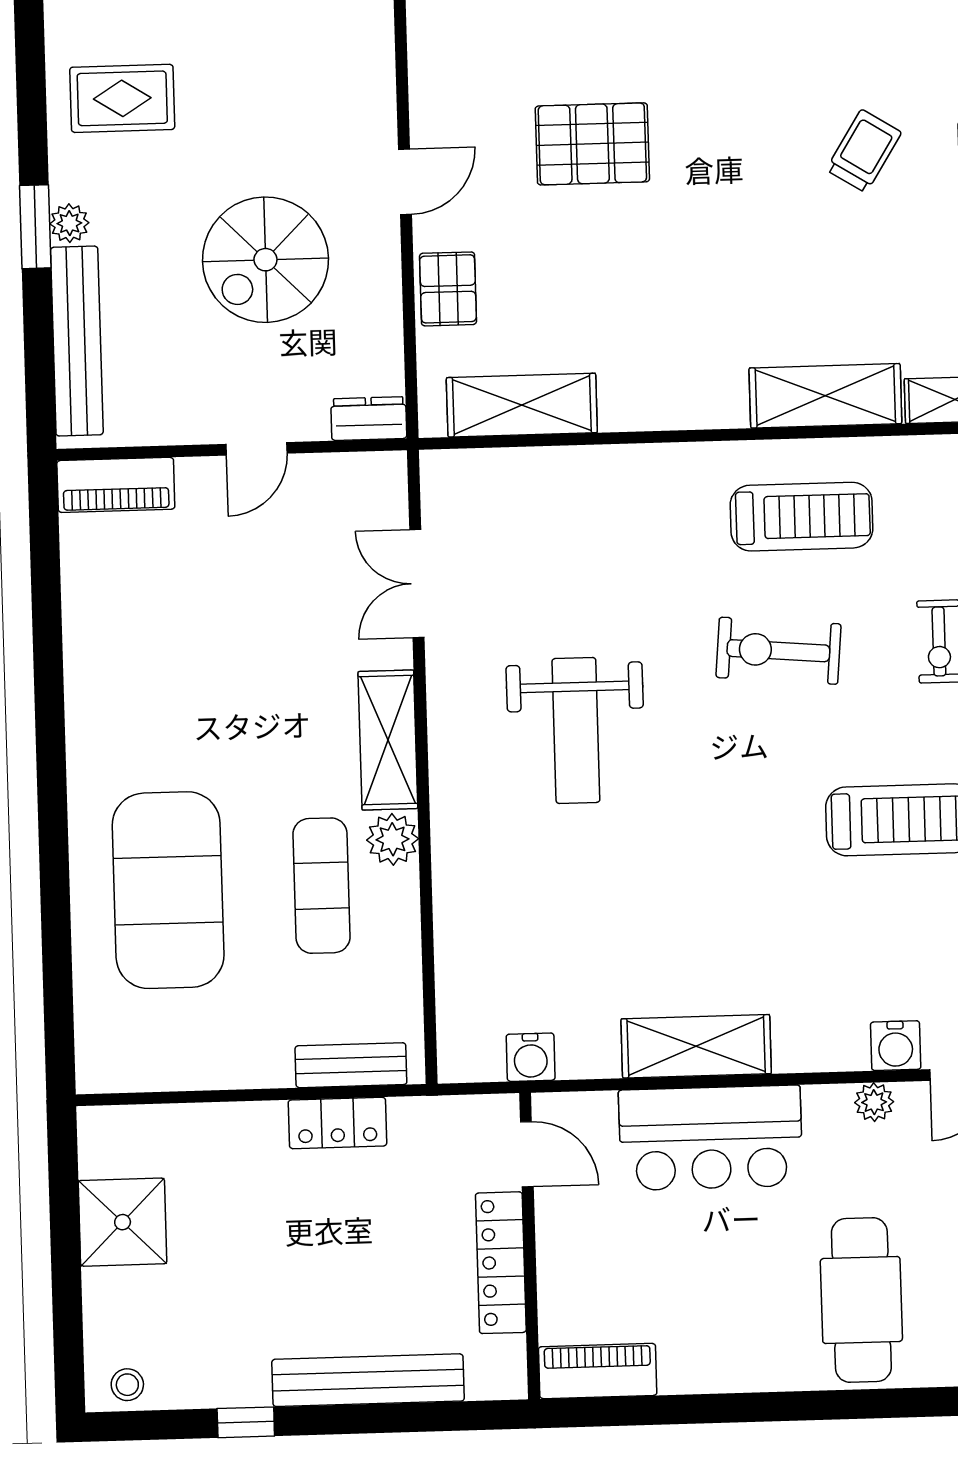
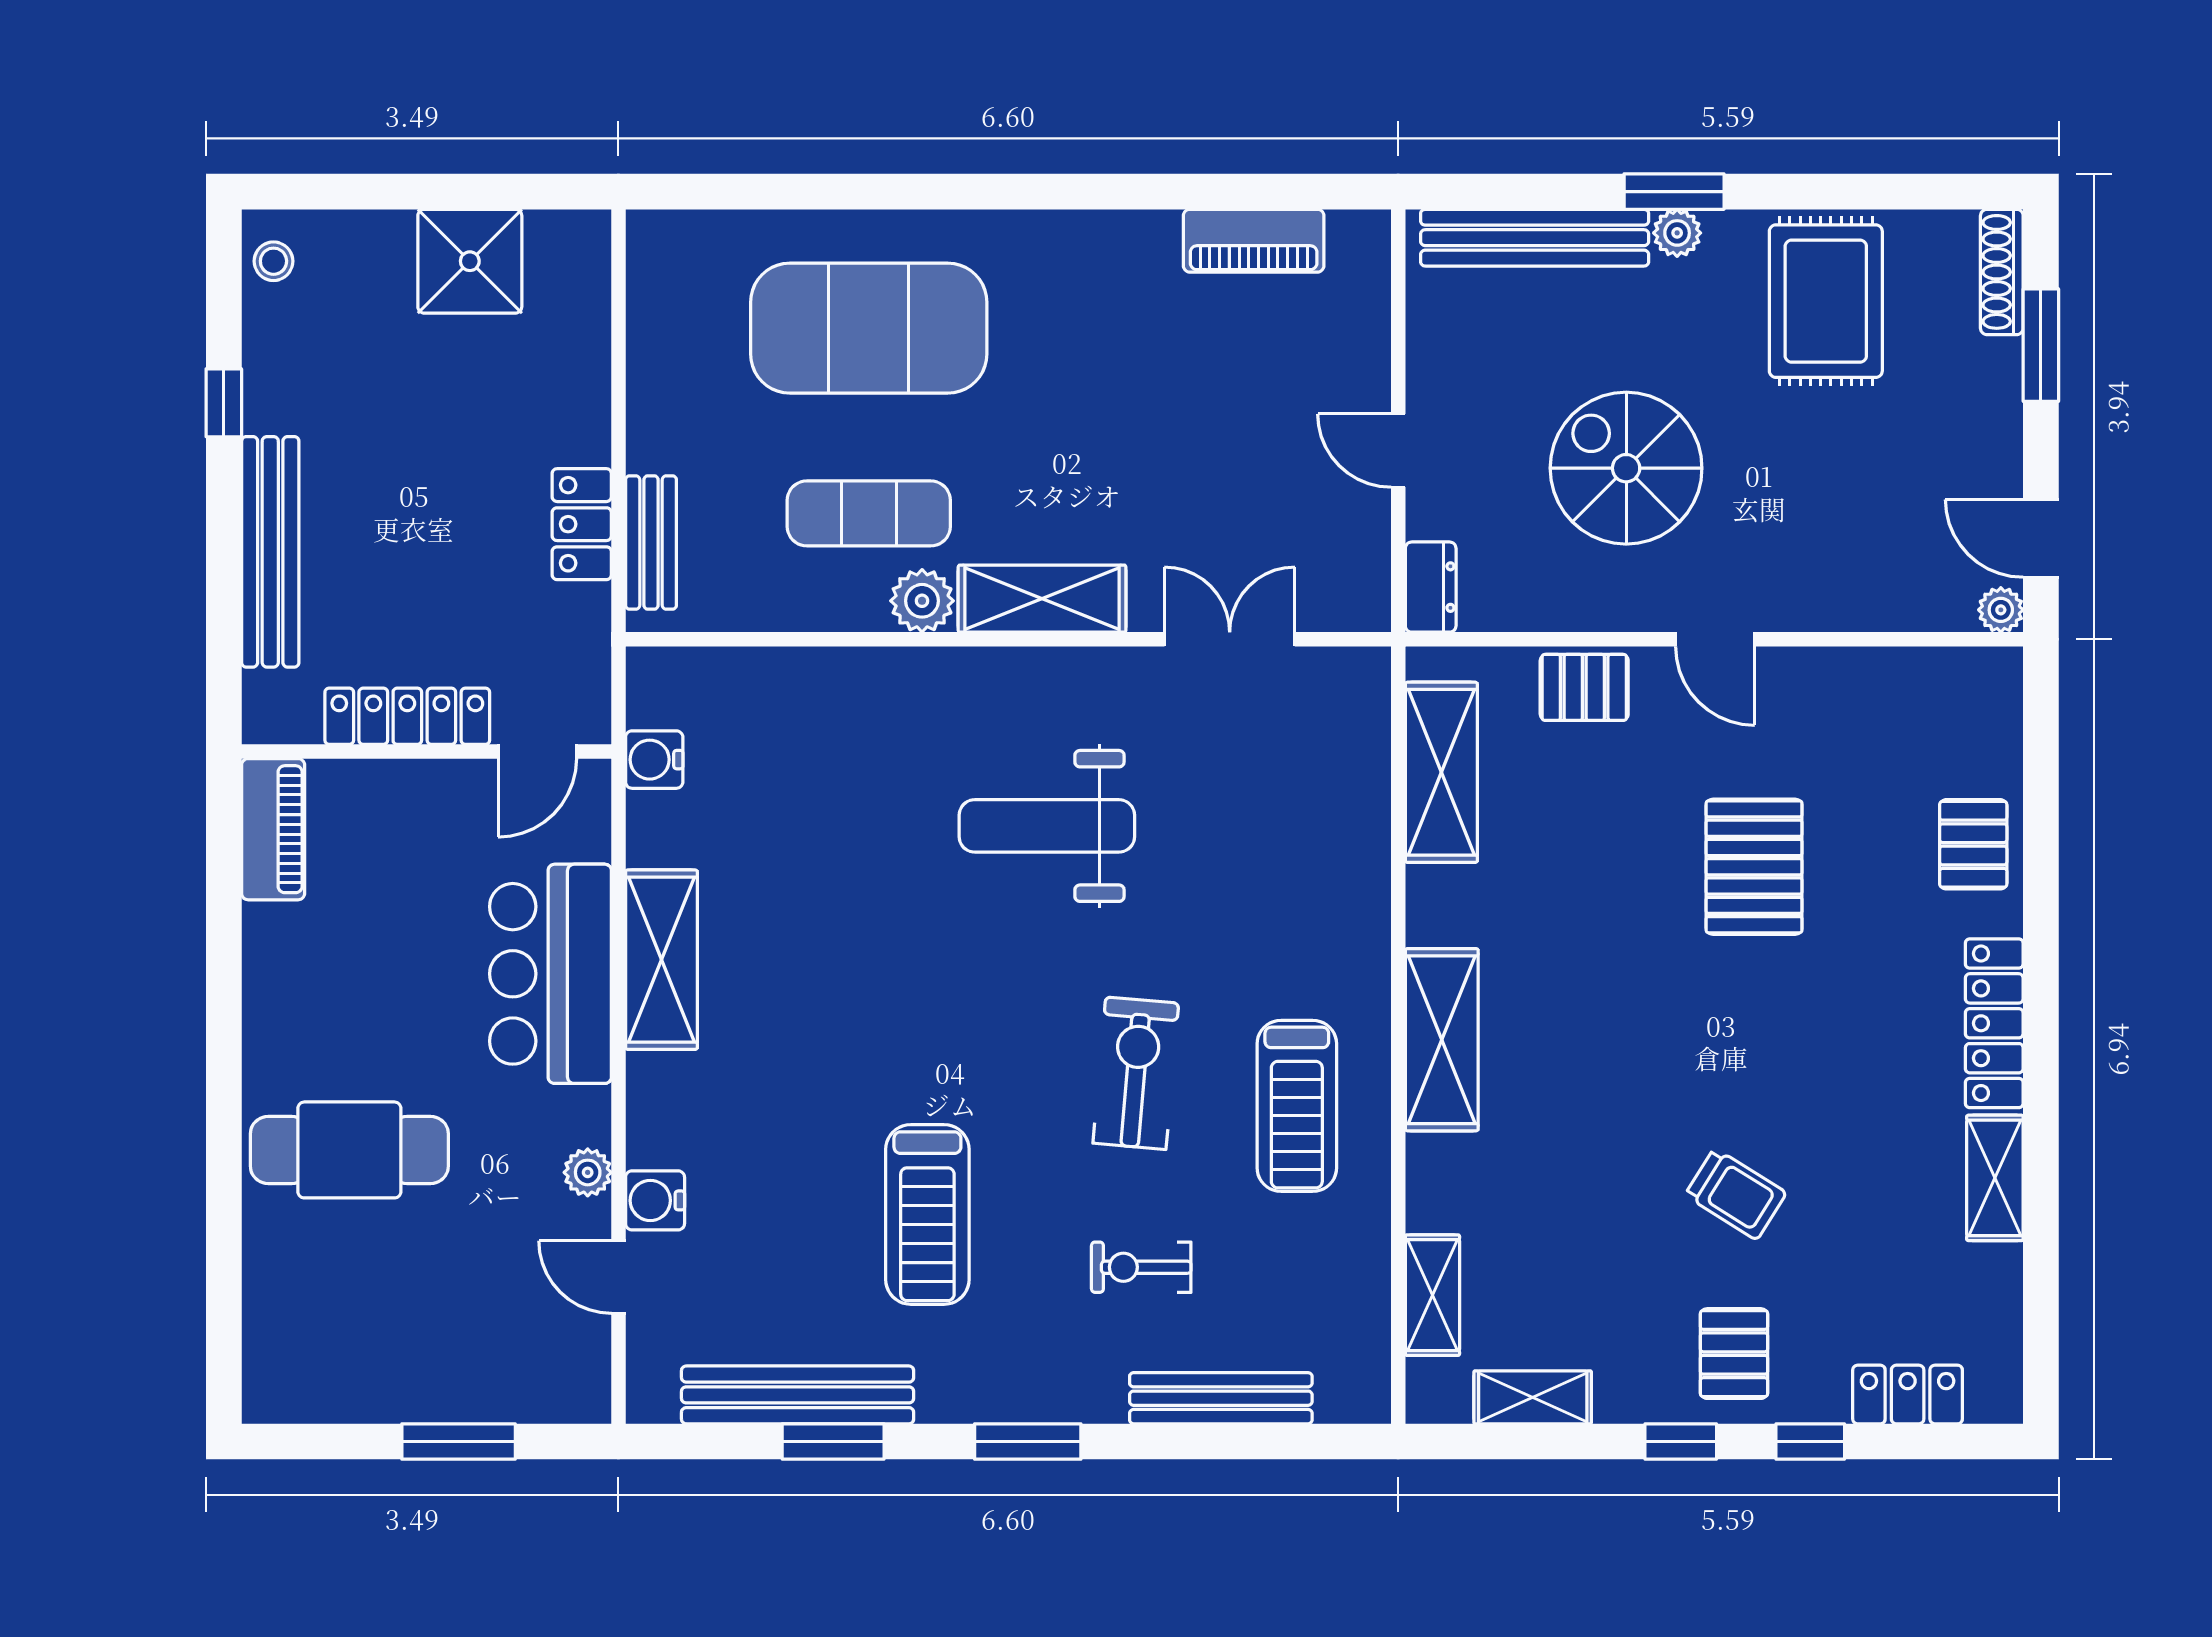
rug: (122, 98) -> (1826, 301), width x1.36, depth x1.43
shelving: (825, 396) -> (1442, 1040), moved
piano: (116, 485) -> (1254, 241), moved, turned -90

